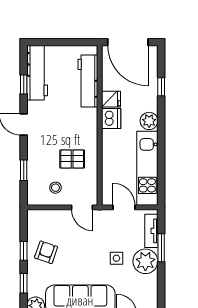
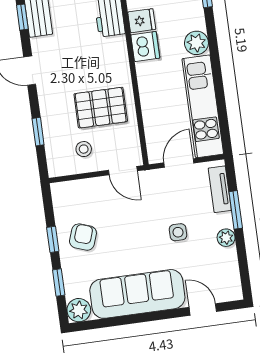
pallet: (72, 159) -> (101, 108), width x1.50, depth x1.42
door: (124, 207) -> (179, 163), hinge flipped
plant: (145, 261) -> (226, 238), width x0.53, depth x0.53

